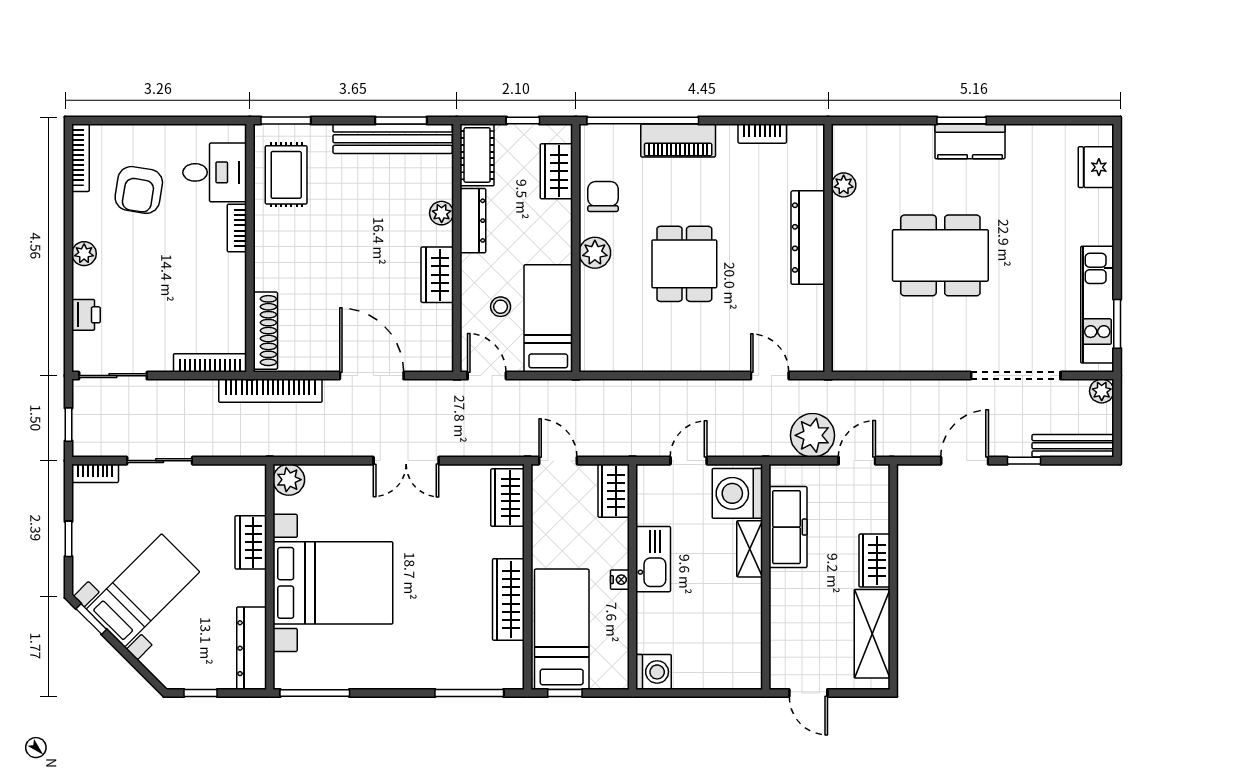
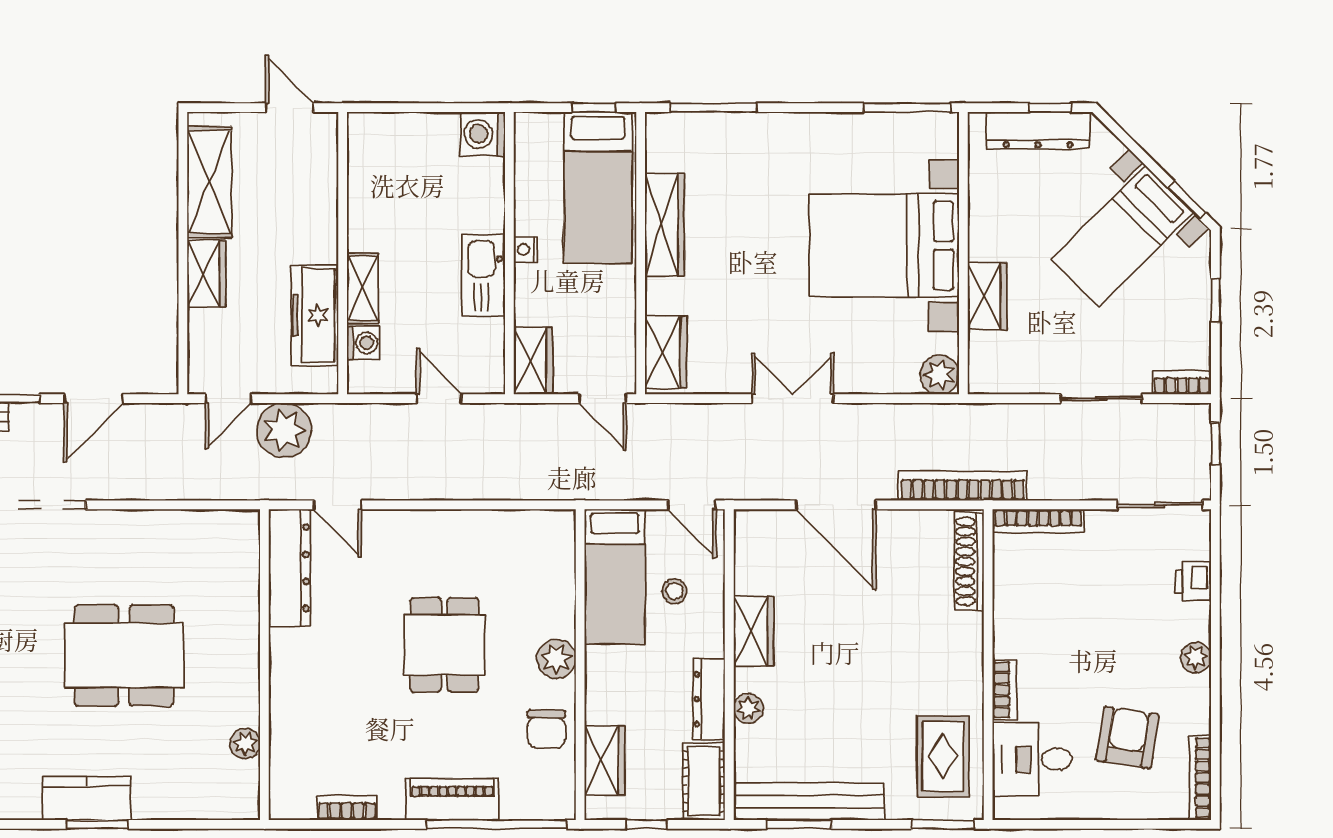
dresser: (808, 238) -> (290, 568), moved
door: (689, 461) -> (439, 399), swing flipped
washing machine: (737, 493) -> (363, 343), width x0.53, depth x0.53
dresser: (252, 648) -> (1038, 130), moved, turned 90

